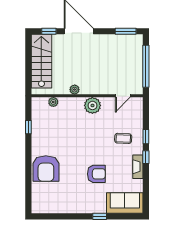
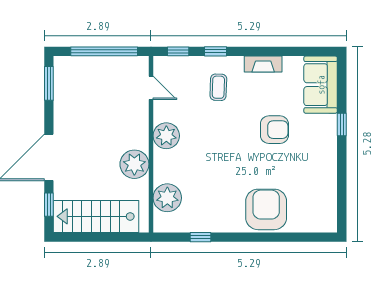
plant: (75, 90) -> (134, 164), width x1.87, depth x1.87
plant: (53, 102) -> (167, 198), width x1.87, depth x1.87
window: (146, 157) -> (178, 51), moved
armchair: (46, 169) -> (266, 209), turned -90
armchair: (96, 174) -> (274, 130), turned 90

